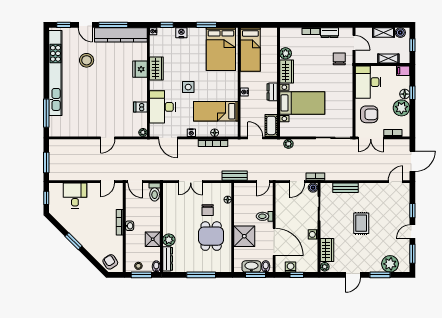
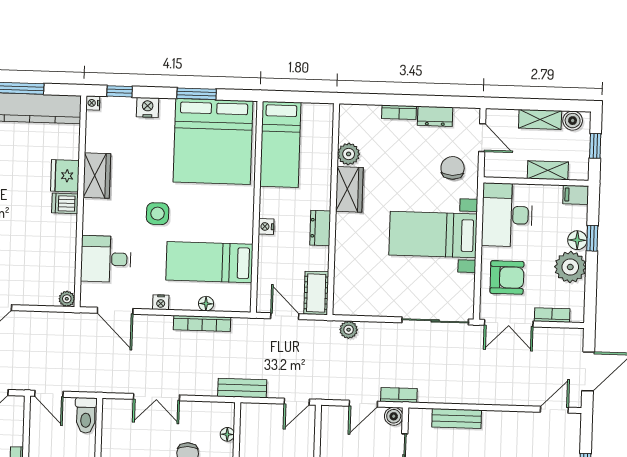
bed: (221, 49) -> (213, 141), width x1.36
bed with nightstands: (302, 103) -> (433, 235), moved, turned 180
dishwasher: (140, 107) -> (65, 203), moved
desk: (162, 107) -> (106, 259), width x0.73

